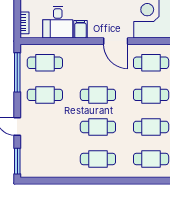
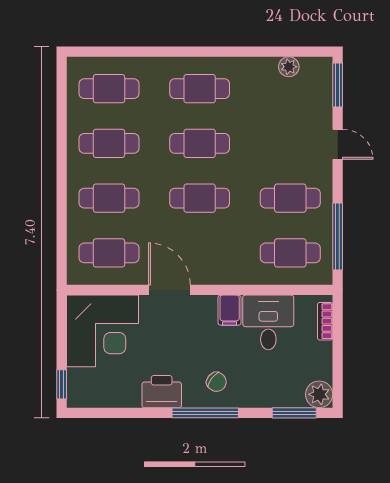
plant: (46, 172) -> (289, 67), added

